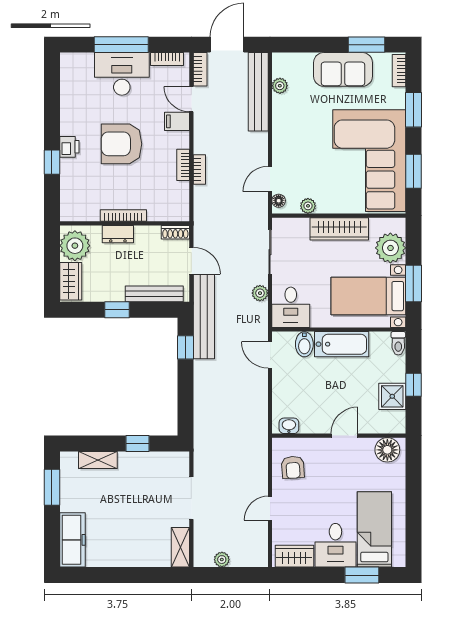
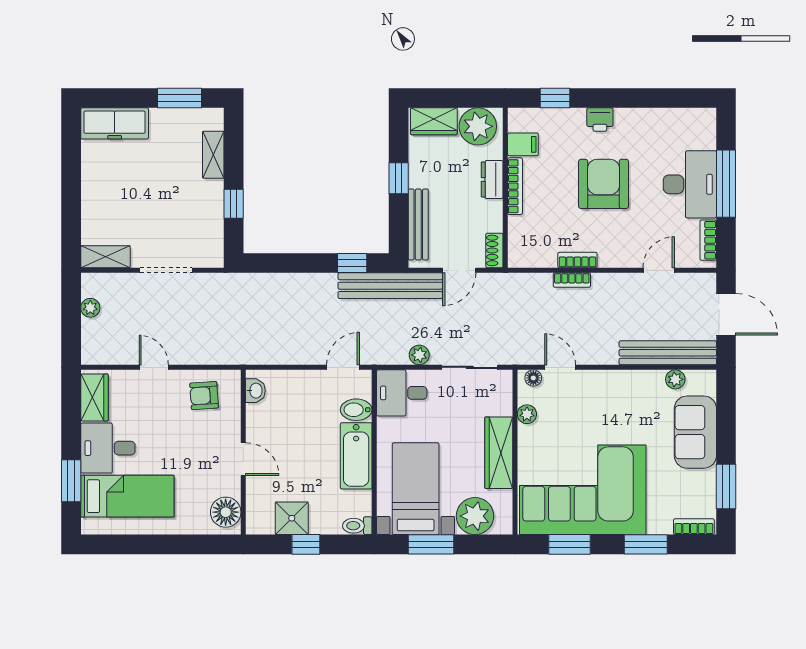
bookcase: (200, 69) -> (696, 281), removed
sofa: (343, 69) -> (695, 432), moved
filing cabinet: (177, 121) -> (523, 144), moved, turned 90
window: (52, 162) -> (555, 98), moved

